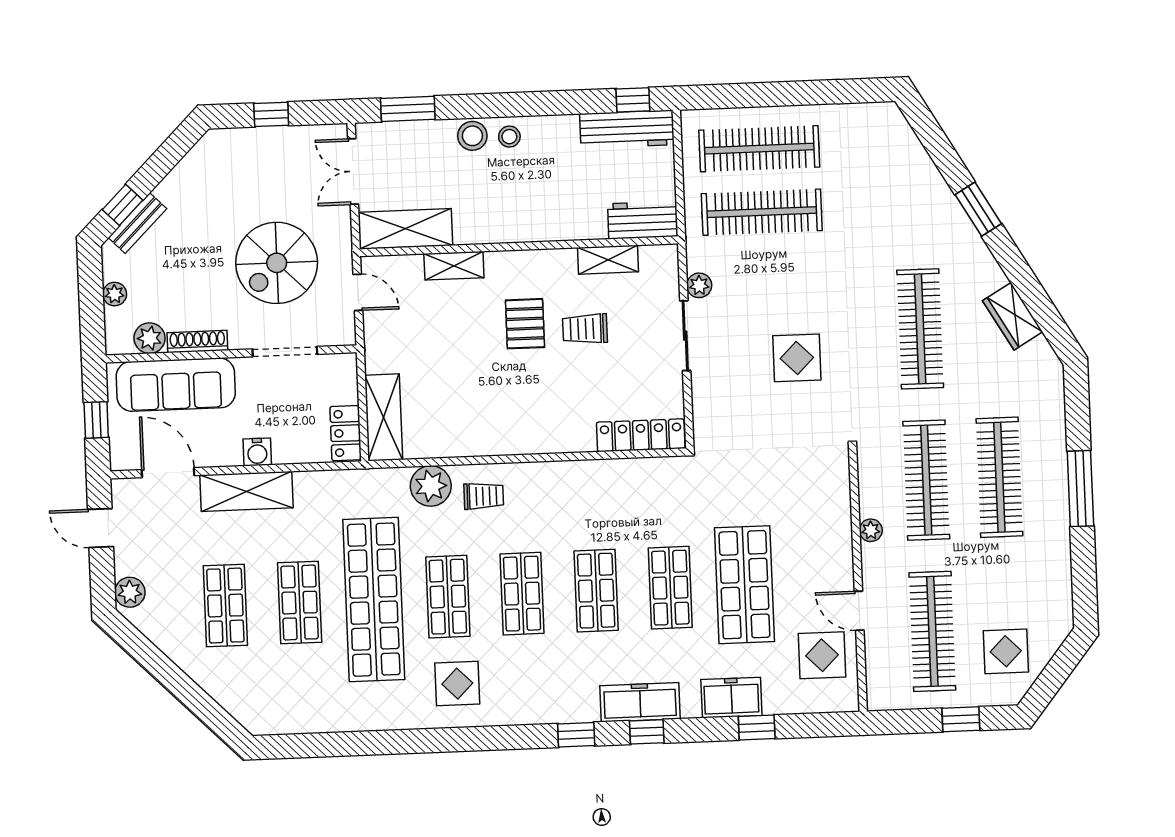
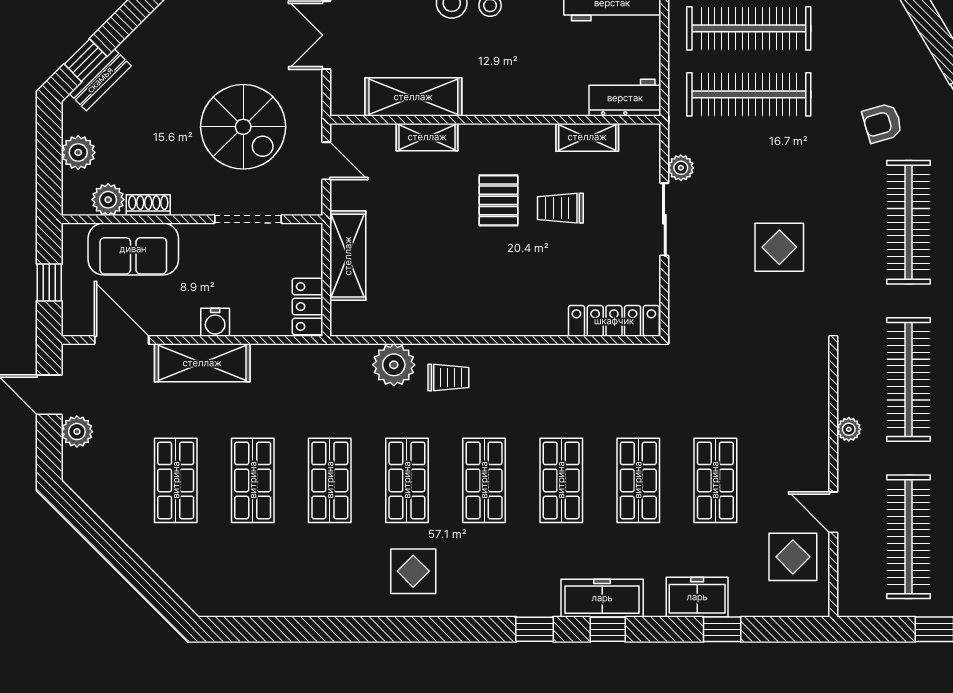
shelving: (405, 229) -> (413, 97), moved
armchair: (891, 235) -> (882, 123), added
spiral stairs: (277, 263) -> (243, 127), turned -90
plant: (115, 294) -> (78, 152), width x1.38, depth x1.38
shoe rack: (197, 341) -> (148, 205), width x0.70
sofa: (176, 385) -> (133, 249), width x0.73
shelving: (384, 417) -> (348, 256), moved
shop shelf: (744, 585) -> (715, 480), width x0.70, depth x0.74
plant: (130, 592) -> (77, 432), moved
shop shelf: (374, 600) -> (330, 480), width x0.50, depth x0.74

